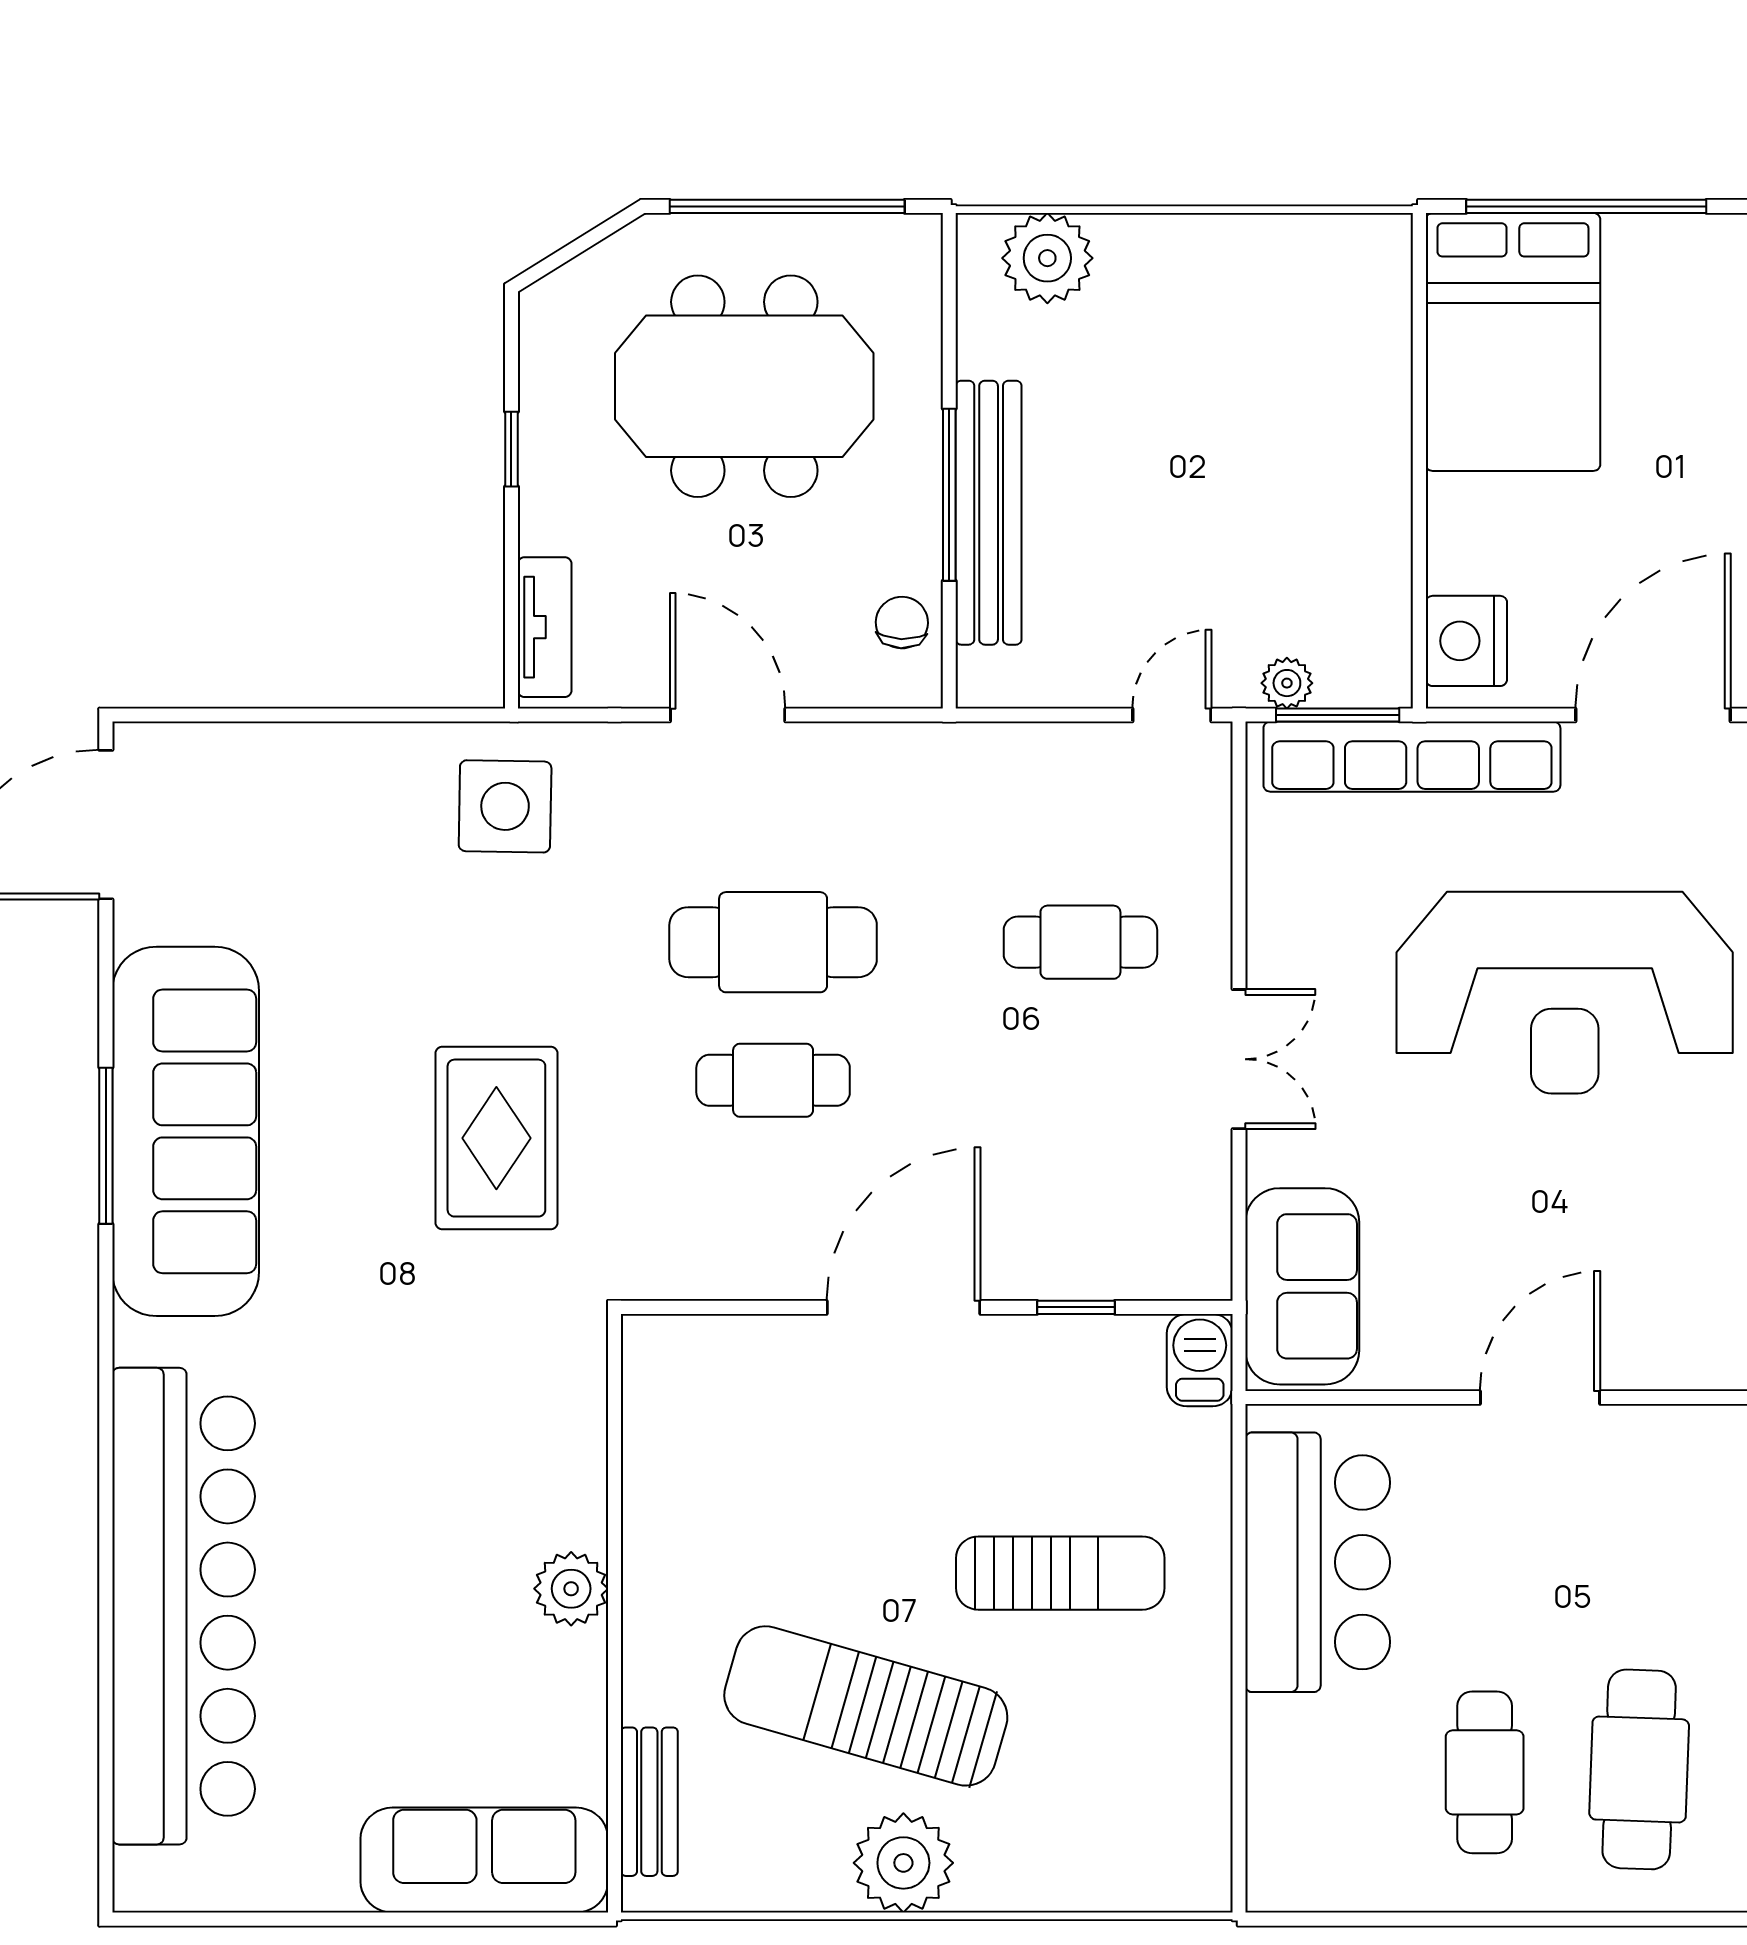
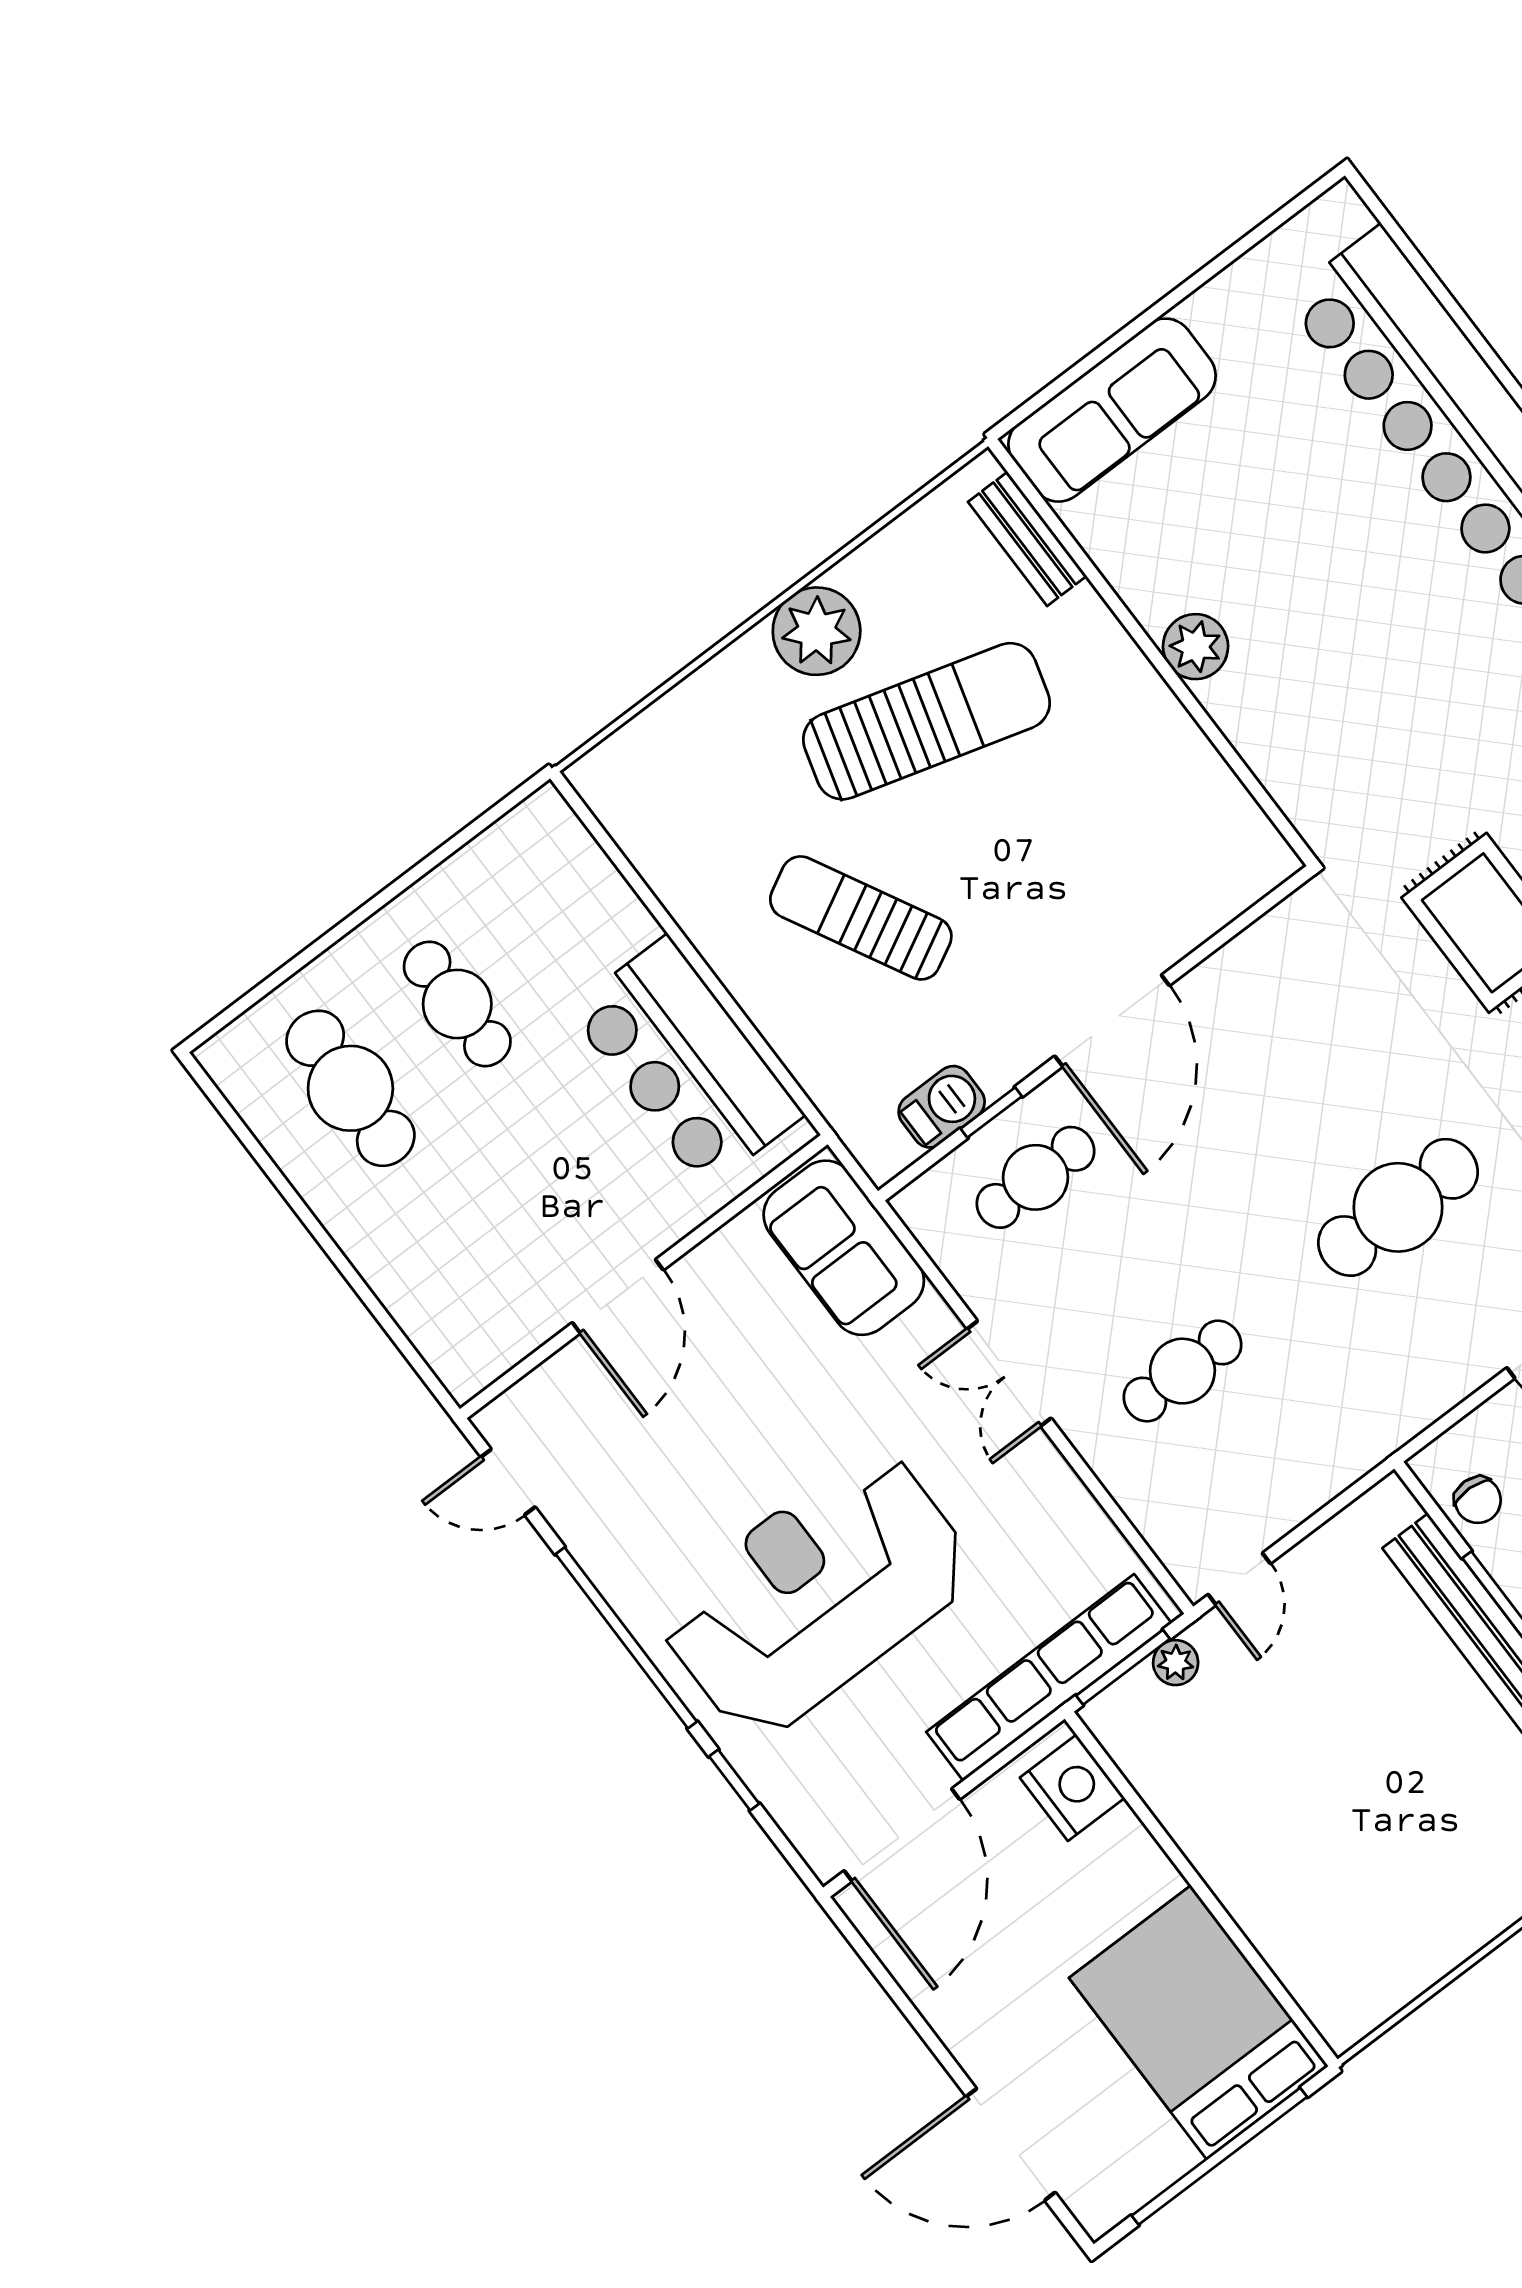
cafe table: (773, 1080) -> (1035, 1177), moved
barbecue: (1200, 1360) -> (942, 1107), moved, turned -90
sun lounger: (1060, 1573) -> (861, 918), turned 62

